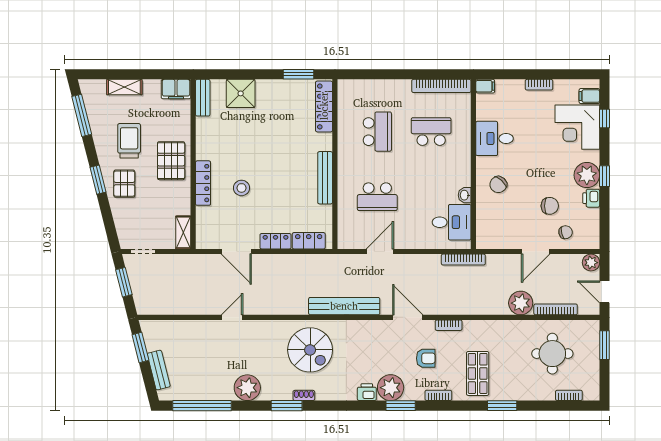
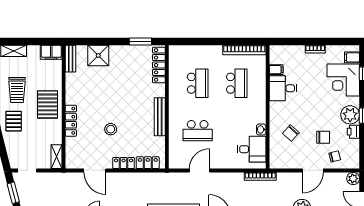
filing cabinet: (485, 86) -> (276, 70), moved
school desk: (431, 132) -> (237, 83), turned 90
trolley: (129, 141) -> (17, 90), turned 180
chair: (498, 185) -> (291, 133), moved
stool: (241, 188) -> (111, 129), moved

